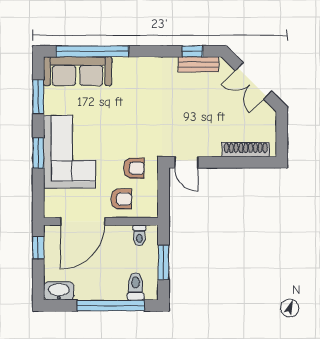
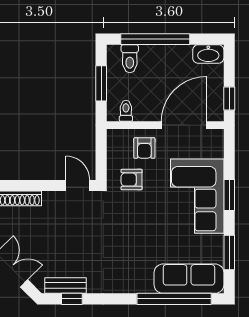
armchair: (121, 199) -> (144, 148), turned -90

